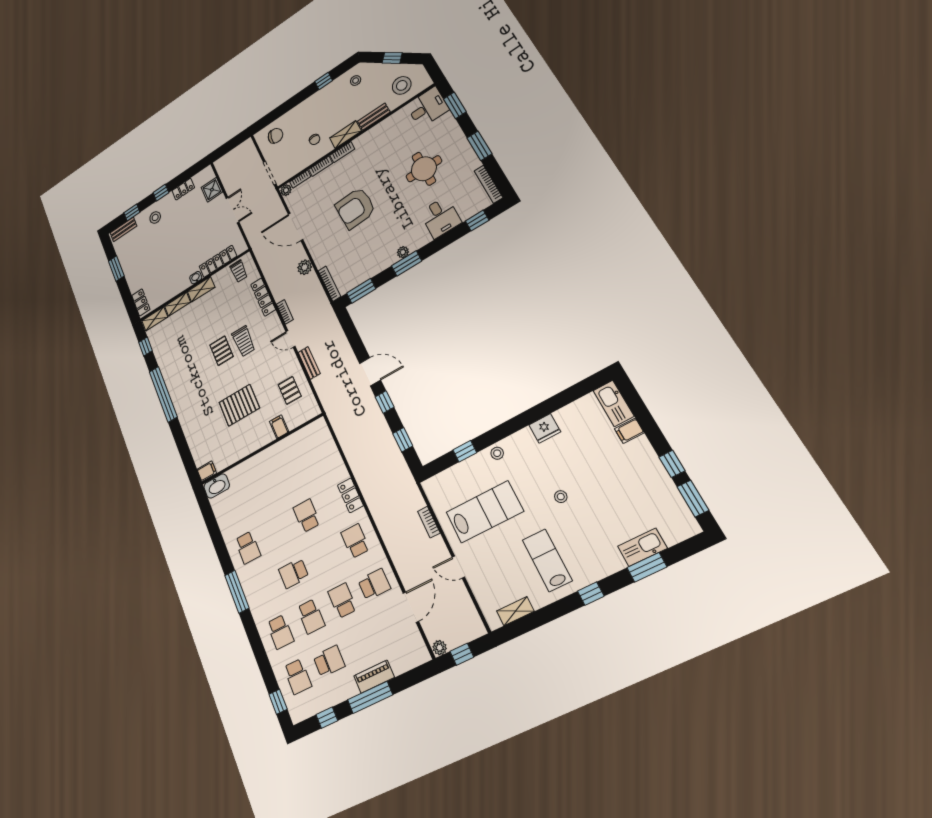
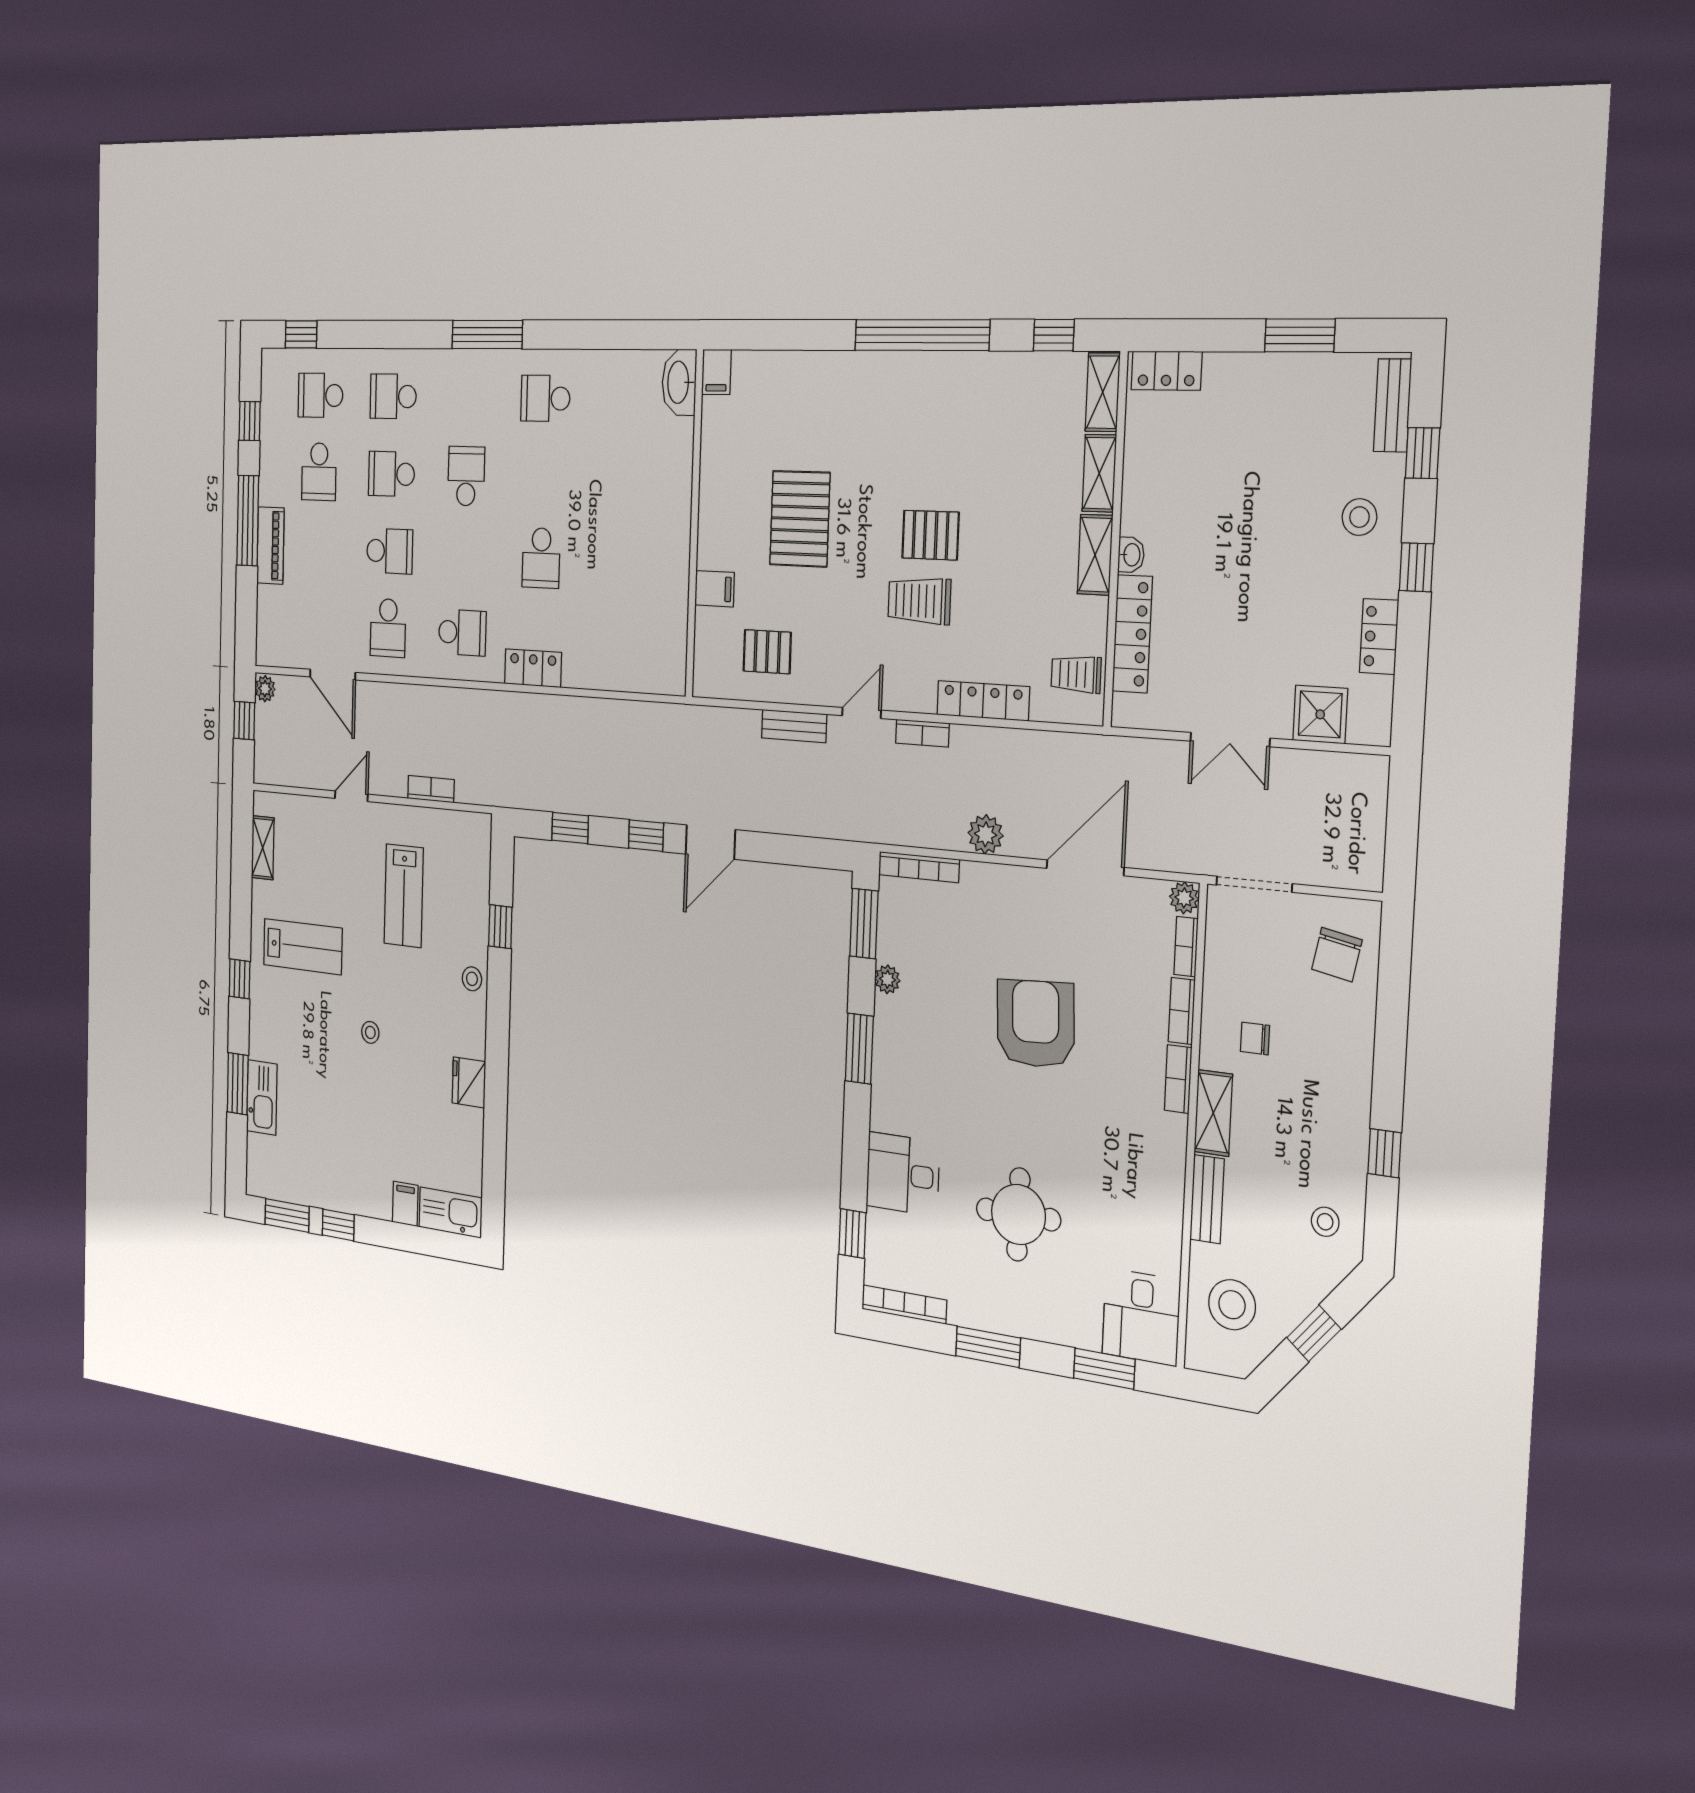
plant: (403, 252) -> (887, 979), moved
lab bench: (485, 512) -> (404, 896), width x0.73, depth x0.72
school desk: (307, 516) -> (541, 558), turned 90

